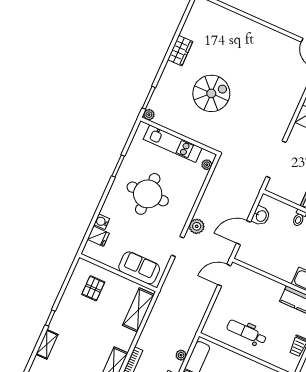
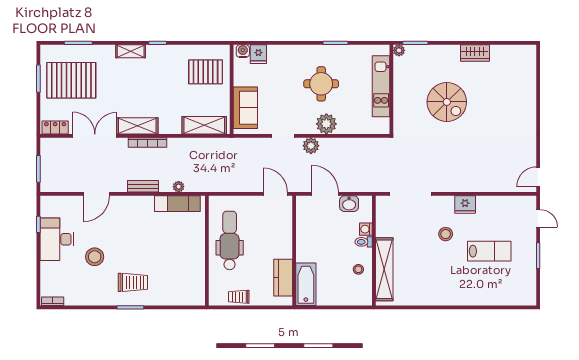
plant: (207, 165) -> (326, 124), moved, width x1.88, depth x1.88
round table: (148, 194) -> (321, 84), width x0.73, depth x0.73
washing machine: (289, 211) -> (366, 229), added
water cooler: (102, 222) -> (243, 51), moved
pallet: (93, 288) -> (206, 72), width x1.50, depth x1.42
dental chair: (247, 332) -> (230, 240), width x1.36, depth x1.38

